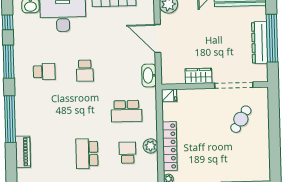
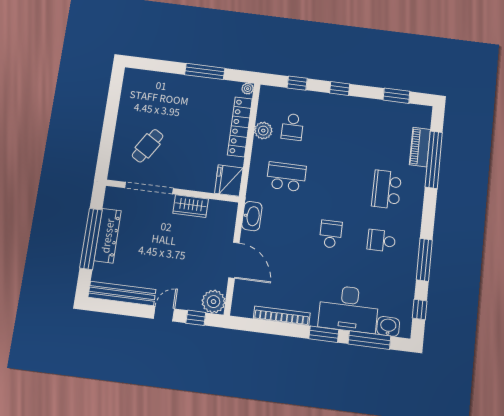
fridge: (169, 96) -> (229, 181), width x1.88, depth x1.34
window: (10, 119) -> (434, 160), moved
school desk: (87, 154) -> (387, 189), moved, turned 180

